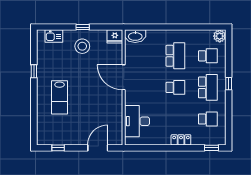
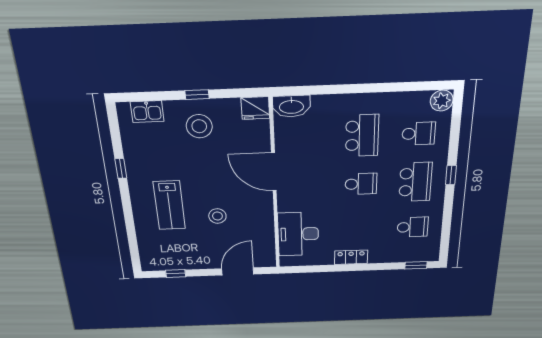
stool: (88, 106) -> (217, 216), added
locker: (181, 140) -> (351, 257), moved

